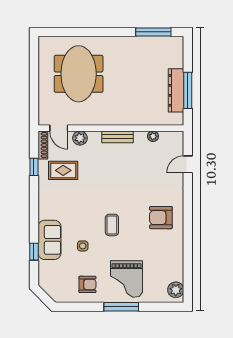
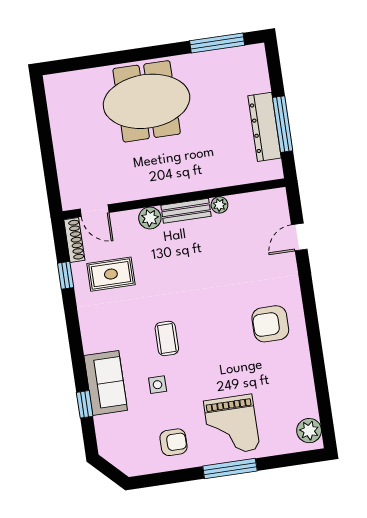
meeting table: (79, 74) -> (147, 101), moved, turned 90
plant: (153, 136) -> (219, 205), moved
plant: (80, 138) -> (150, 218), moved
coffee table: (112, 225) -> (167, 338), moved

